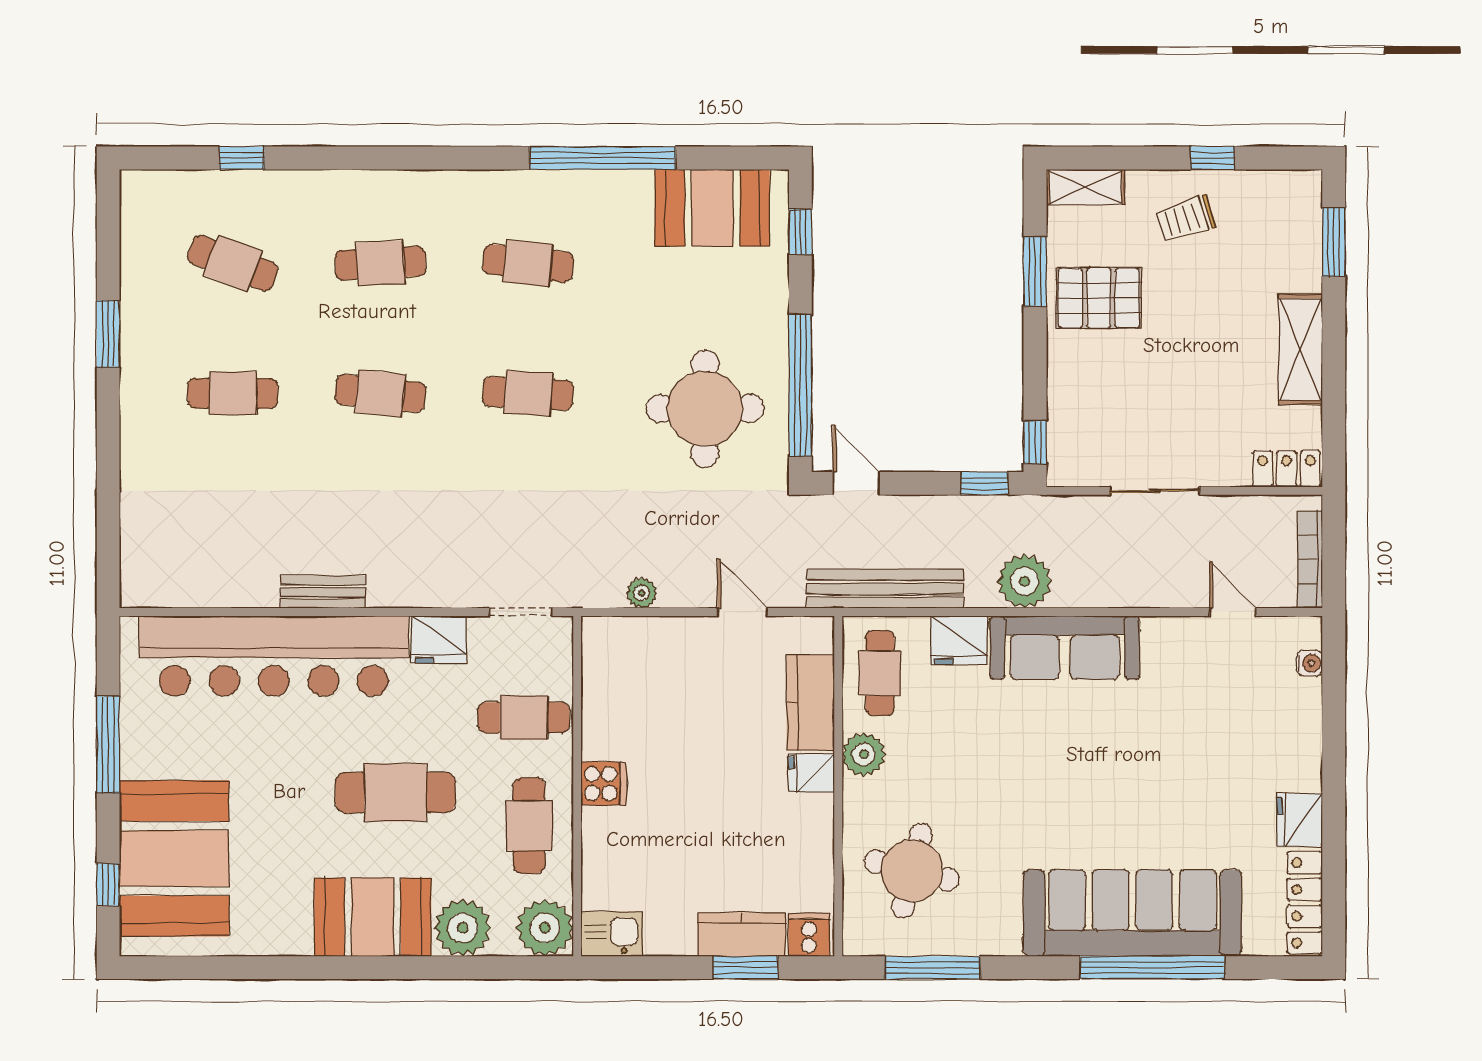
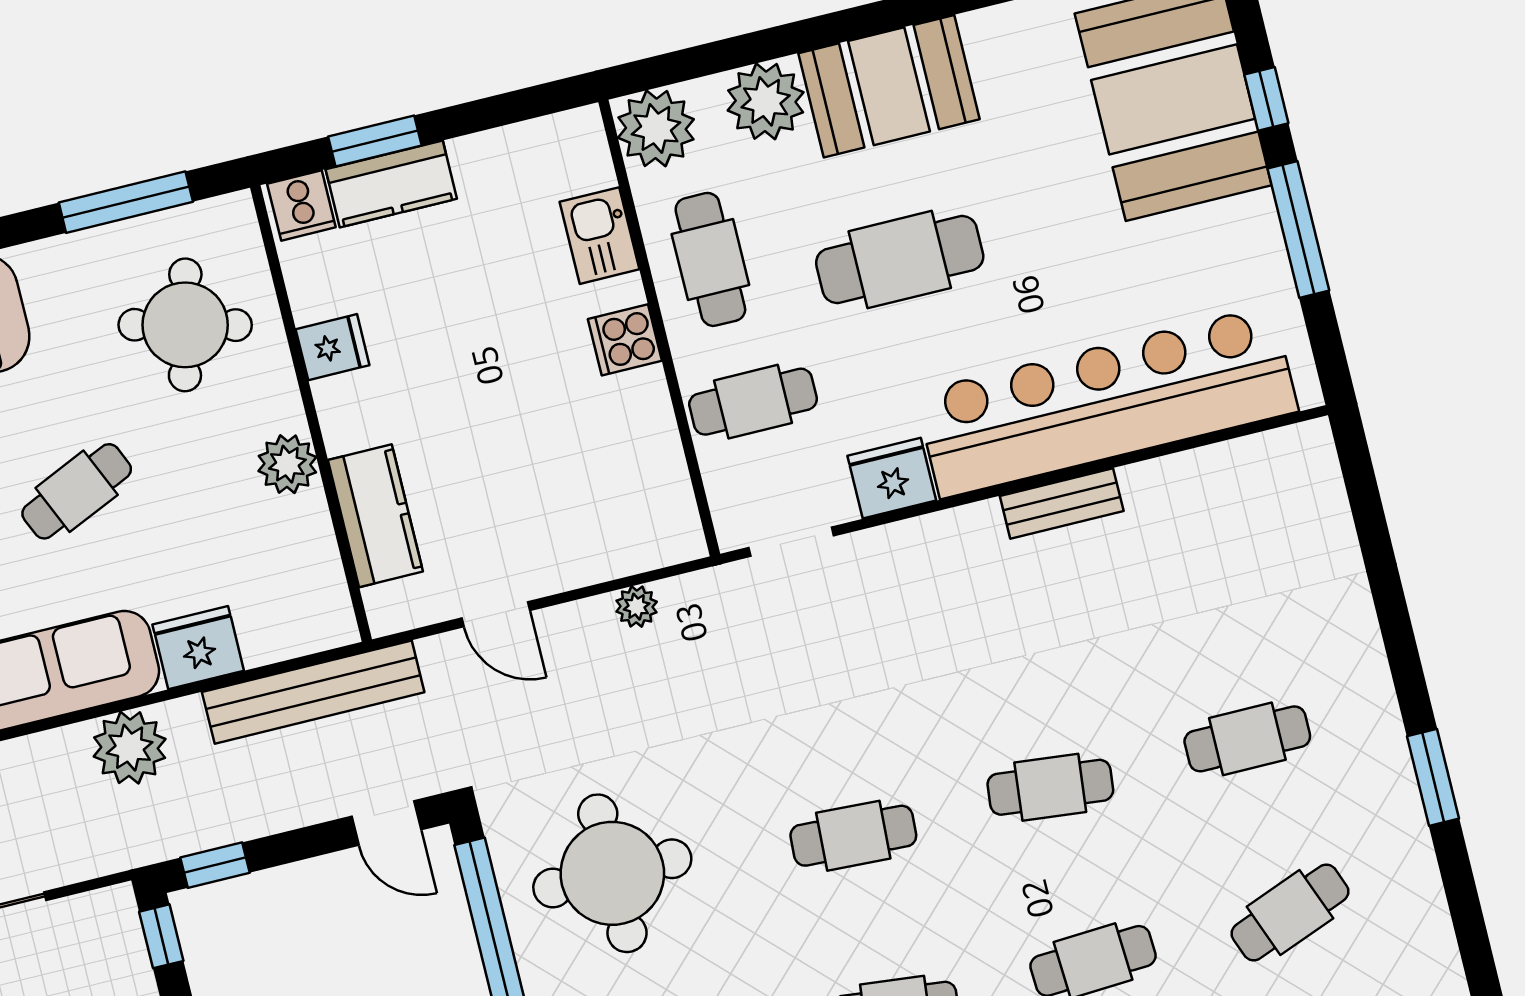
cafe table: (233, 263) -> (1290, 912), turned -42
cafe table: (880, 673) -> (77, 491), moved, turned 66
fridge: (811, 773) -> (333, 347), moved
window: (108, 885) -> (1266, 99), moved
kitchen sink: (612, 934) -> (600, 236), moved, turned 90

